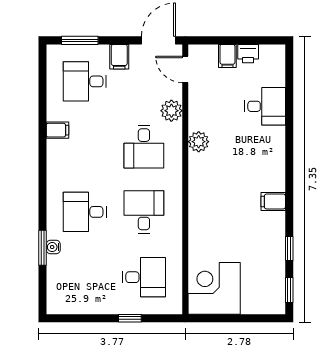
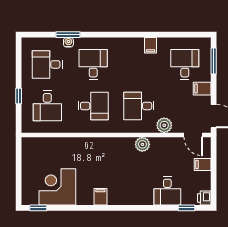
printer: (248, 54) -> (204, 198), moved
door: (185, 69) -> (193, 135), swing flipped
window: (289, 249) -> (187, 208), moved
desk: (85, 277) -> (47, 64), added
corner desk: (214, 288) -> (57, 187), moved, turned -90

